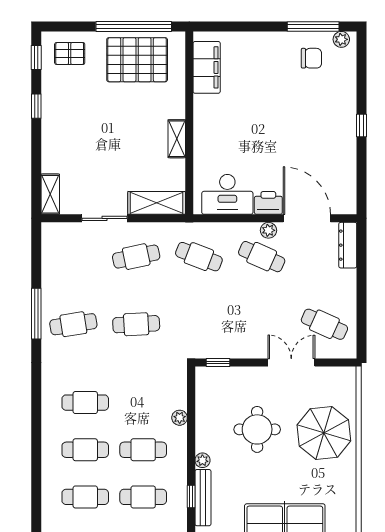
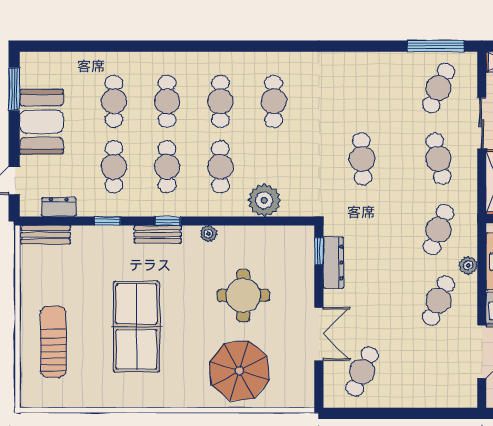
plant: (268, 230) -> (468, 266), moved
dresser: (348, 245) -> (333, 263), moved, turned 90
window: (36, 314) -> (435, 46), moved
cafe table: (73, 324) -> (438, 88), moved, turned 33
plant: (180, 418) -> (264, 200), width x1.87, depth x1.87
bench: (203, 498) -> (158, 234), width x0.73

